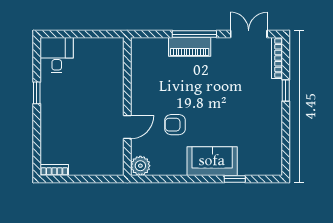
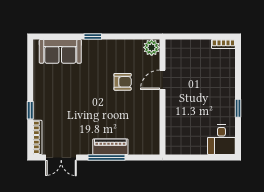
sofa: (212, 161) -> (60, 51), moved
window: (235, 179) -> (93, 36), moved

